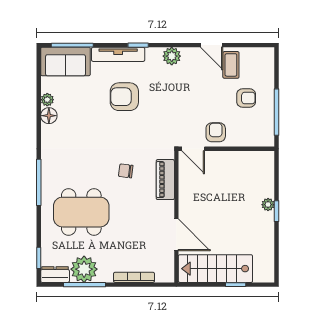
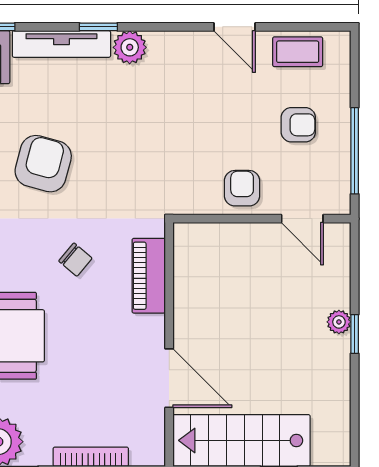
plant: (172, 56) -> (130, 47), moved
coffee table: (231, 65) -> (298, 52), moved, turned 90
armchair: (124, 97) -> (43, 164), moved, turned 105
door: (193, 149) -> (302, 219), moved
chair: (126, 171) -> (75, 260), turned -147

